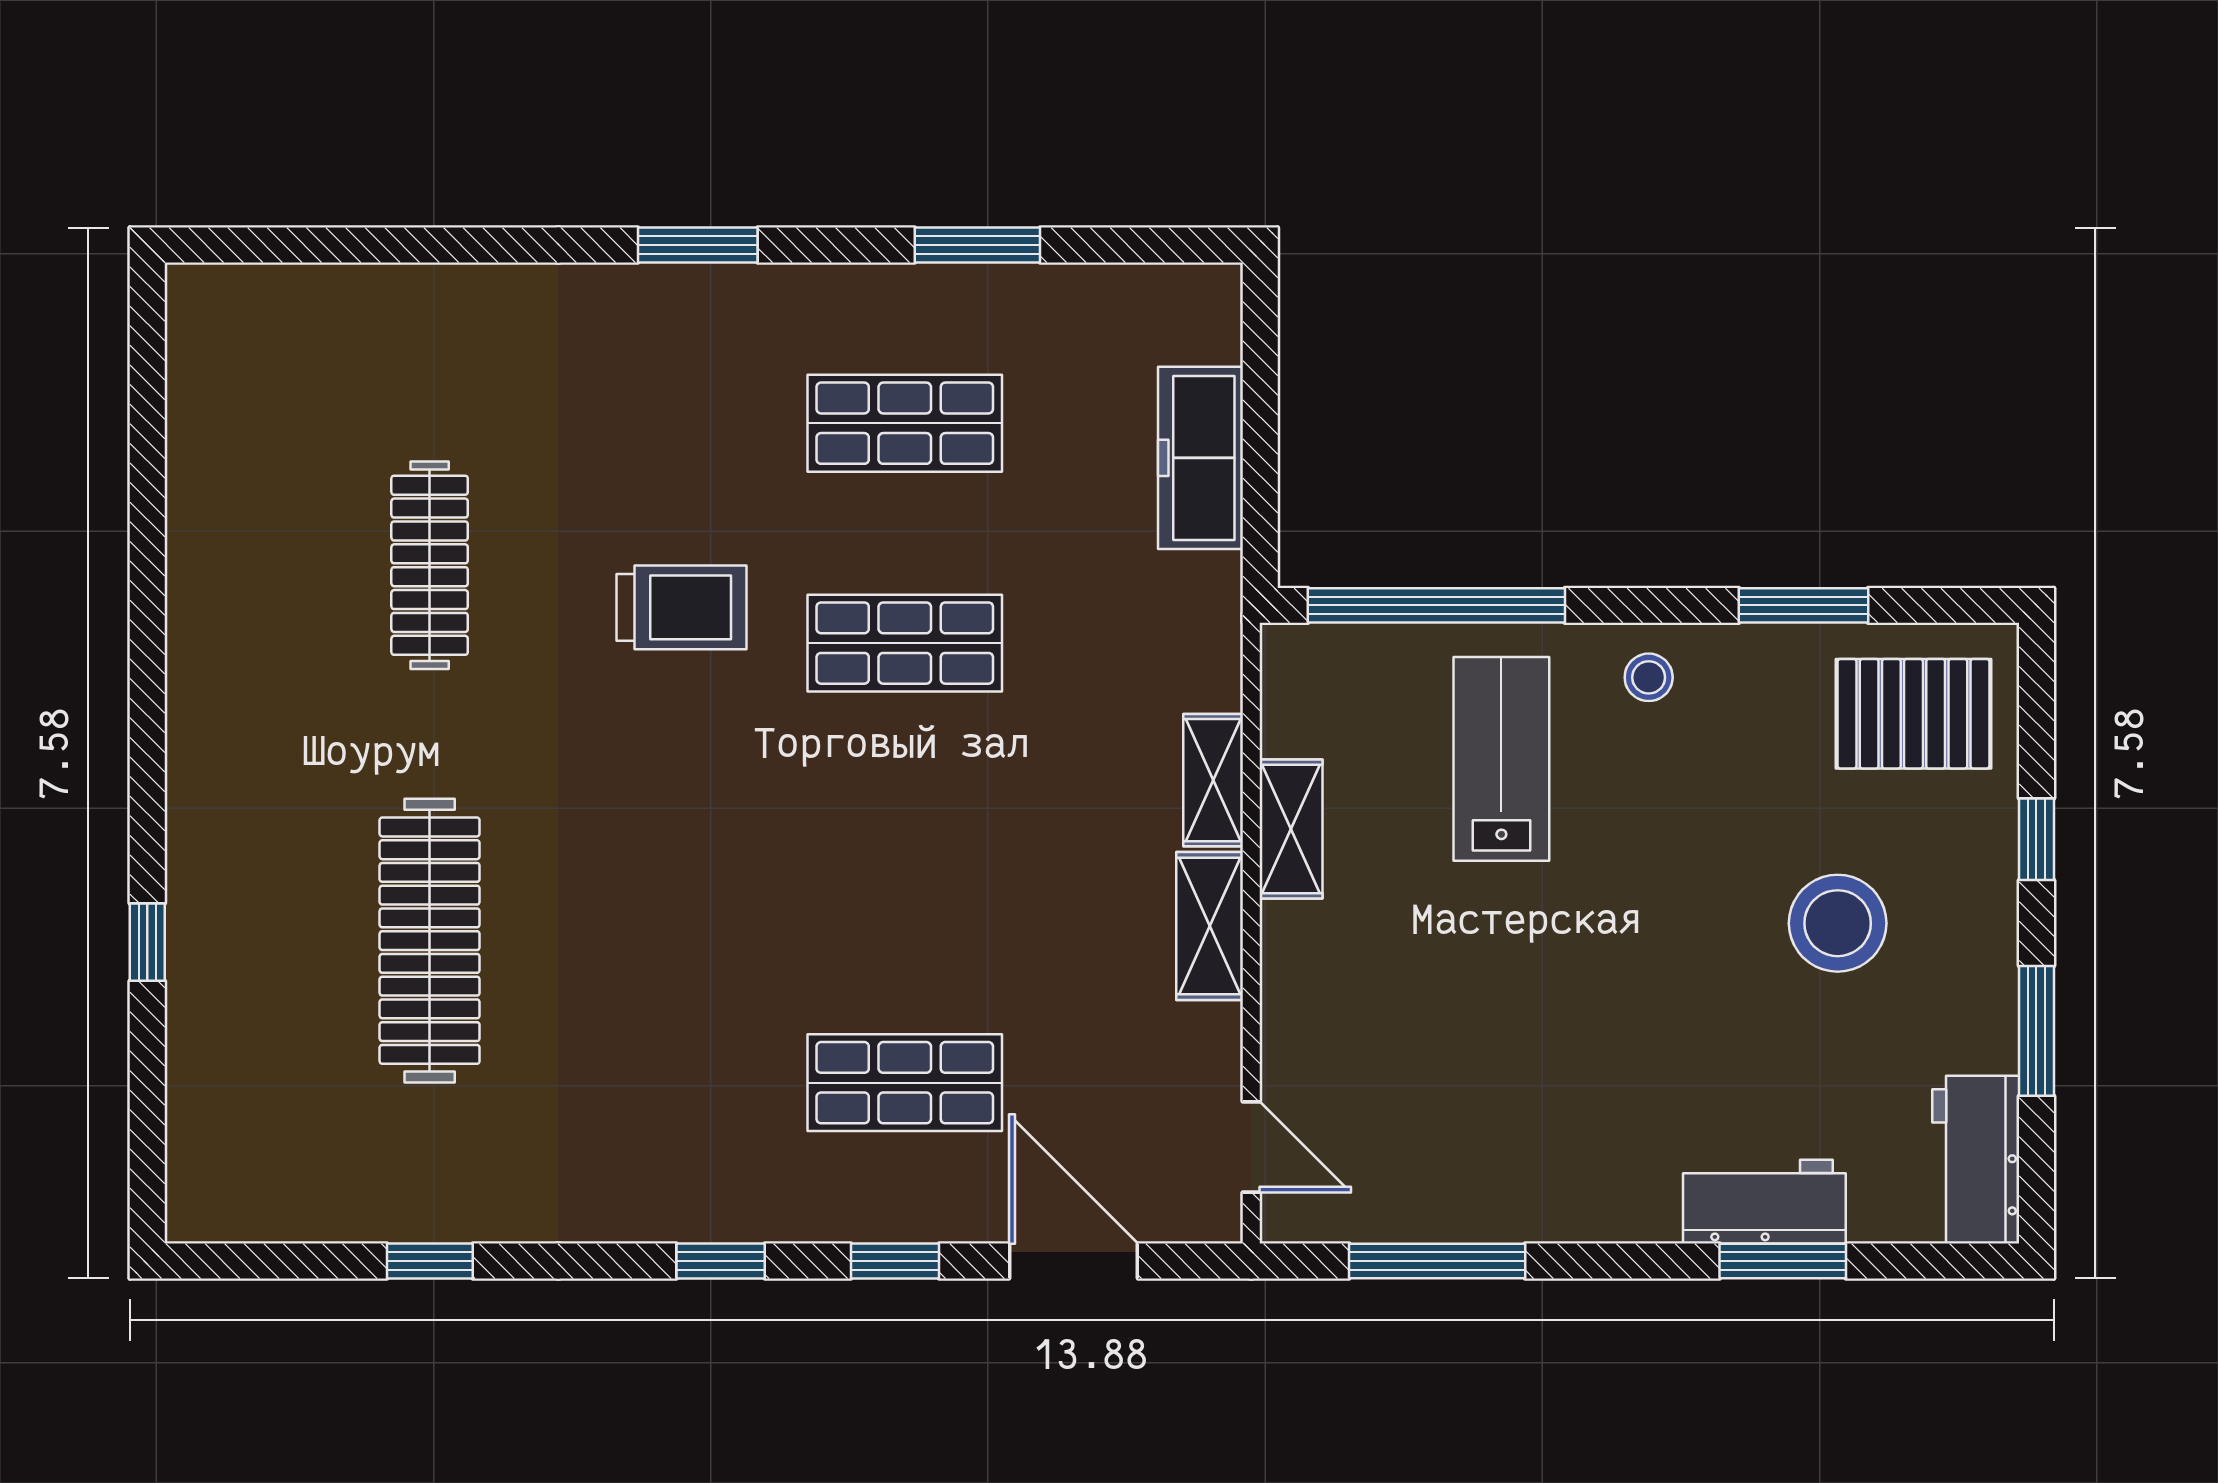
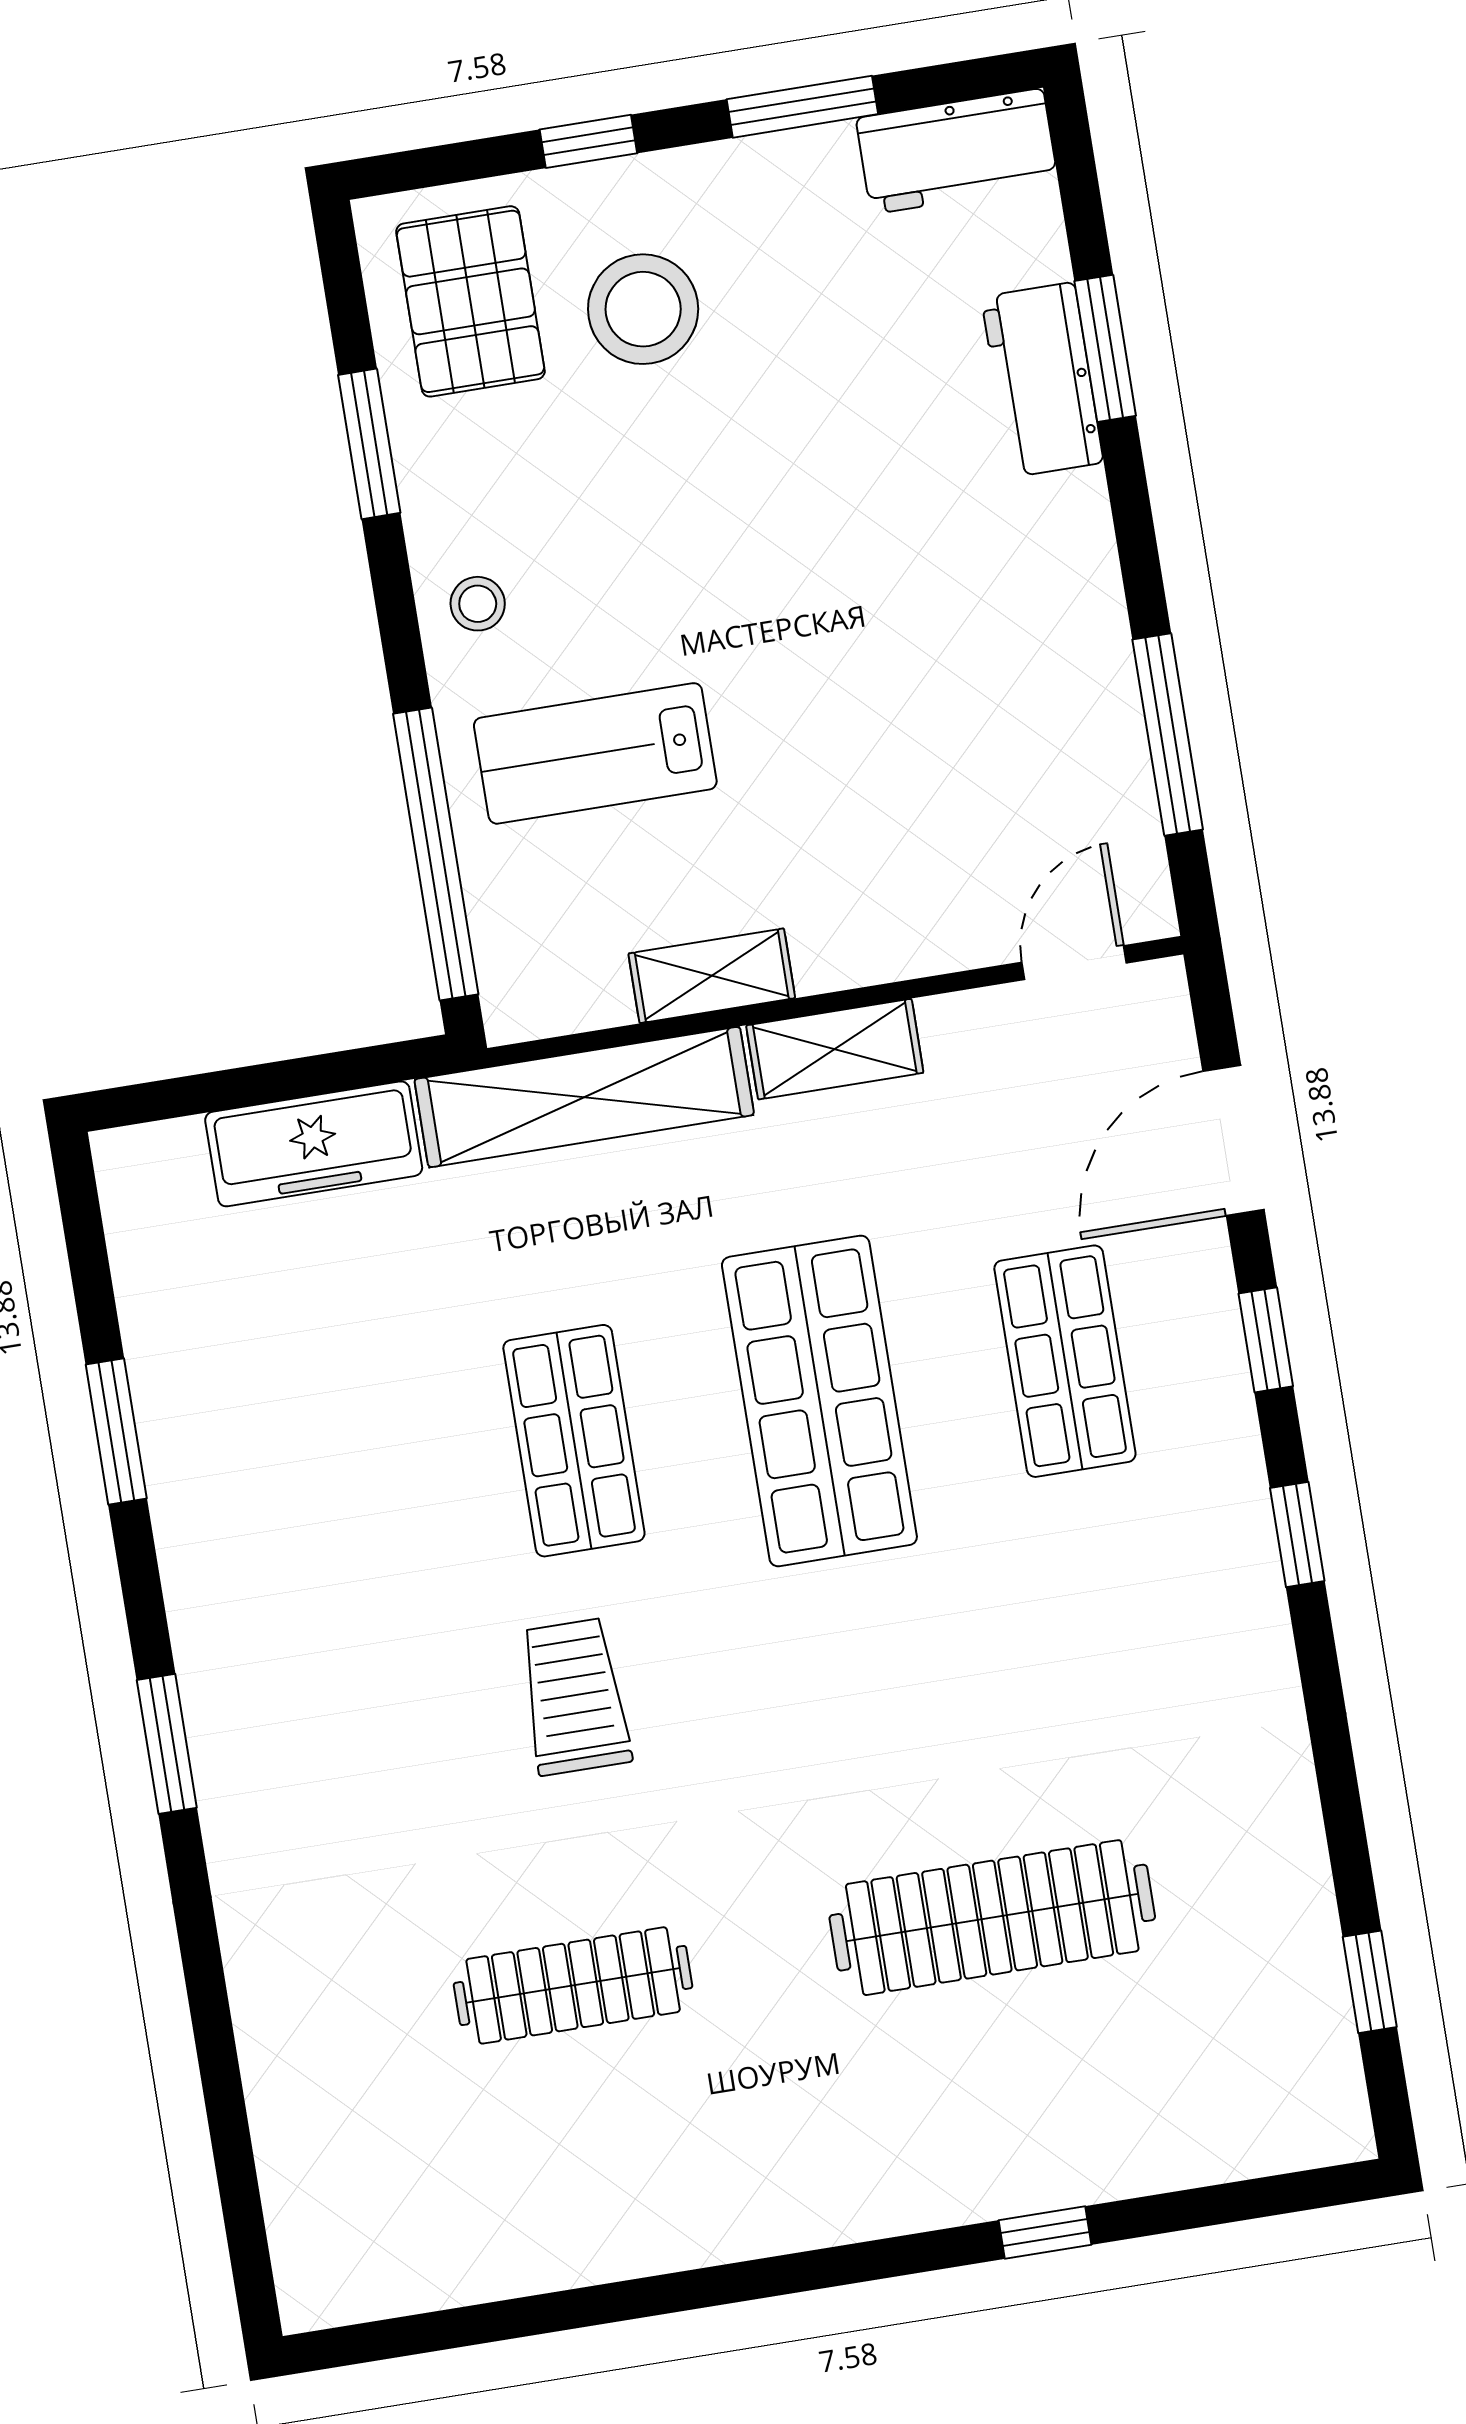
shop shelf: (905, 423) -> (819, 1401), moved, width x1.43, depth x1.36
shelving: (1213, 780) -> (584, 1097), width x2.20, depth x1.33
stool: (1838, 923) -> (643, 309), moved
window: (430, 1261) -> (1370, 1982), moved

